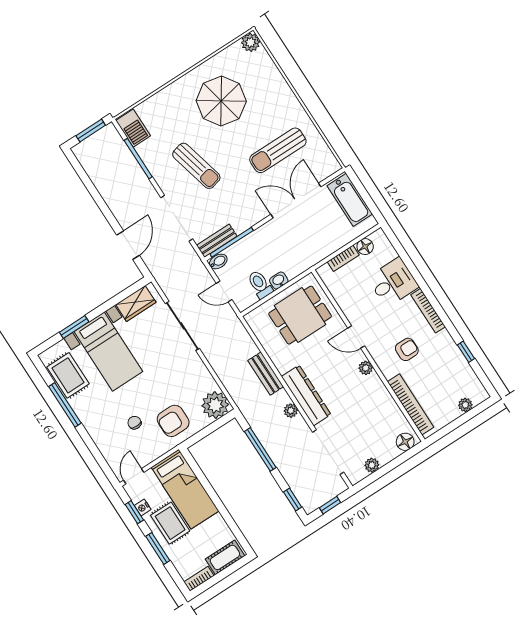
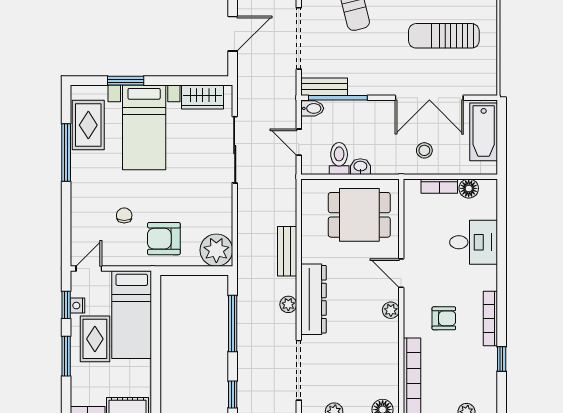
double door: (296, 201) -> (429, 98), swing flipped
stool: (316, 240) -> (424, 150), added
bookcase: (428, 311) -> (490, 318), moved

